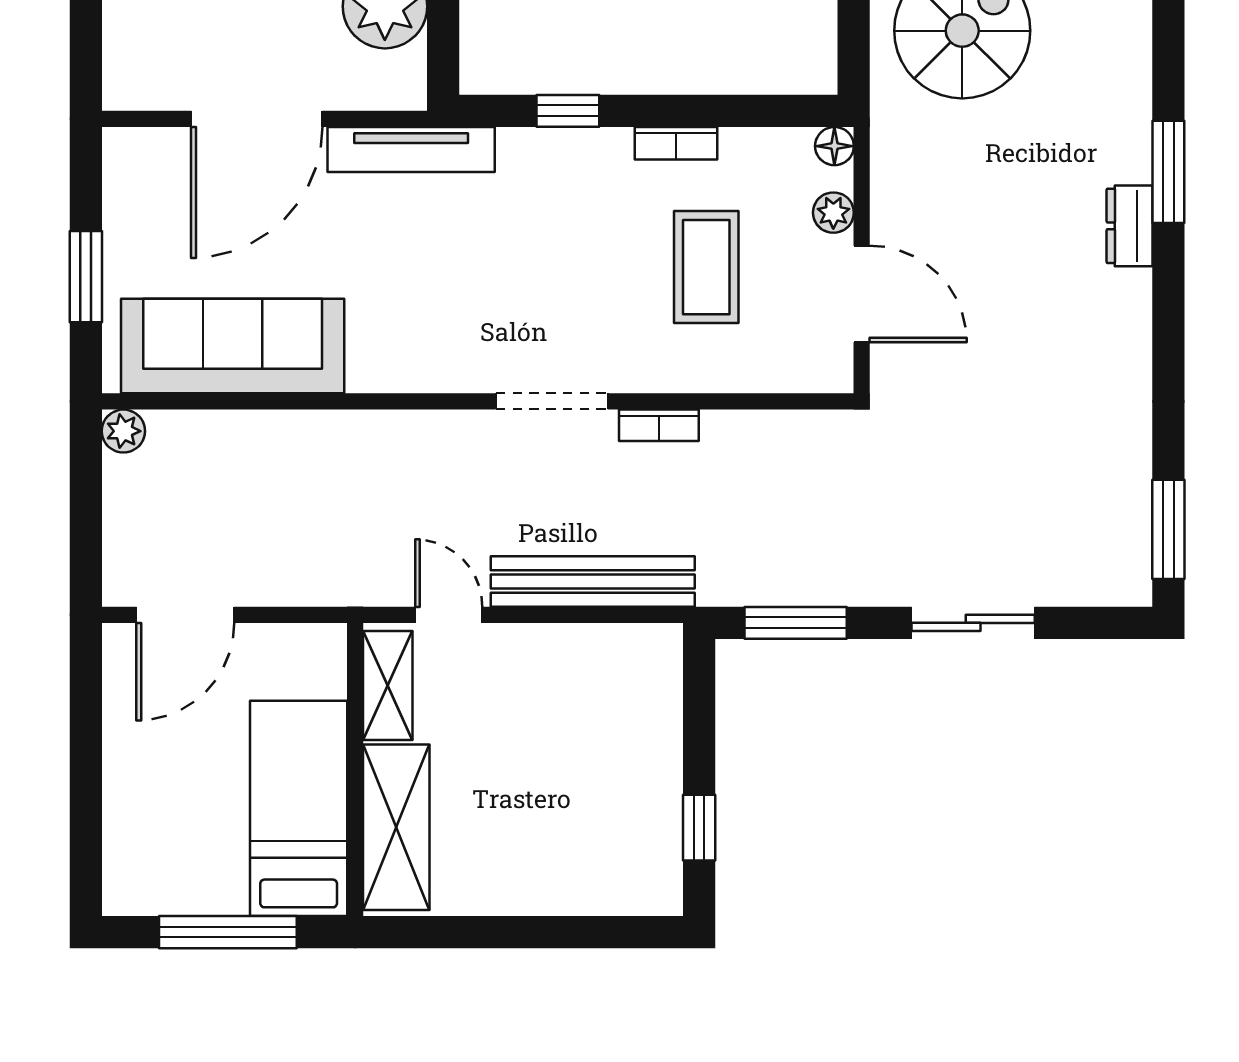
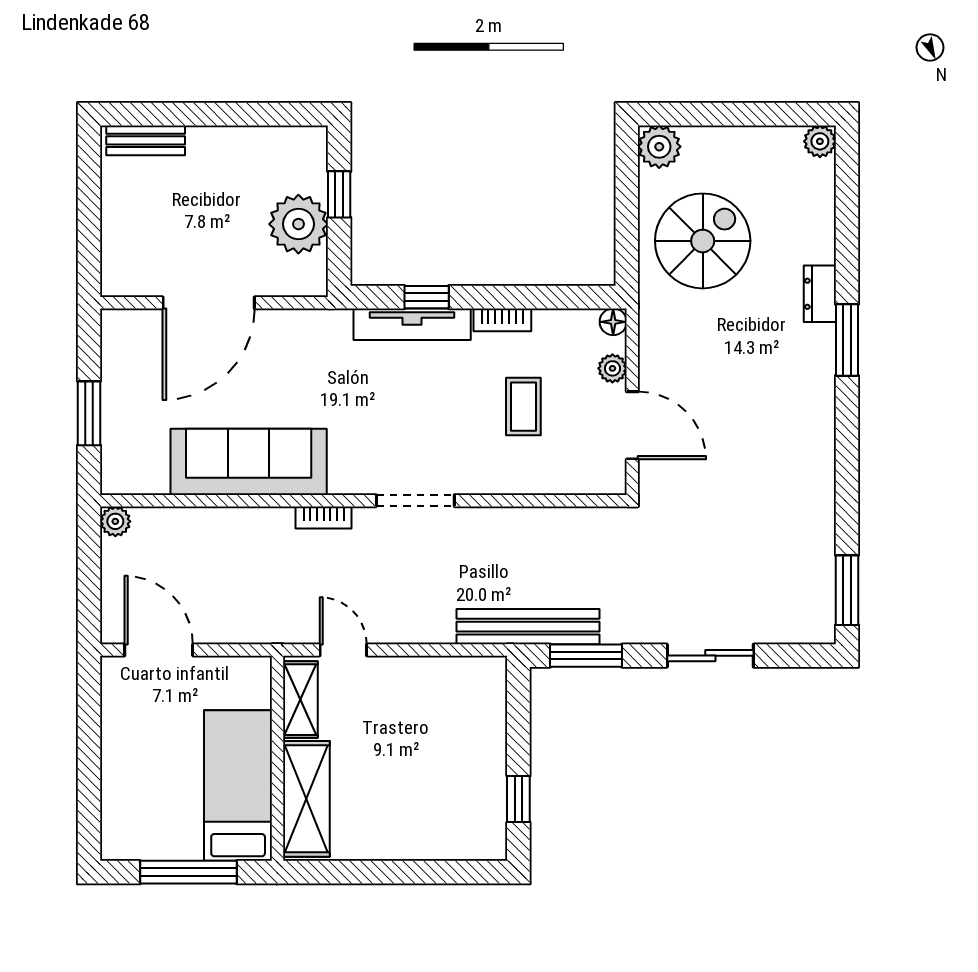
tv unit: (411, 149) -> (412, 324), moved
dresser: (1130, 226) -> (820, 294), moved
coffee table: (706, 267) -> (523, 407), width x0.73, depth x0.77
sofa: (233, 346) -> (249, 462), moved
bookcase: (659, 425) -> (324, 517), moved
bench: (593, 581) -> (528, 627), moved
door: (185, 615) -> (159, 650), swing flipped

